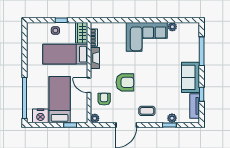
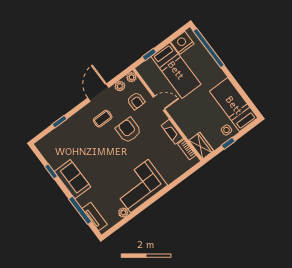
bed: (65, 54) -> (234, 105), moved, turned -90
armchair: (125, 82) -> (128, 130), turned 90
tv unit: (195, 106) -> (95, 217), moved
coffee table: (147, 111) -> (103, 119), moved
plant: (172, 118) -> (120, 86), moved

